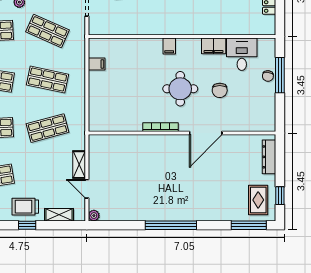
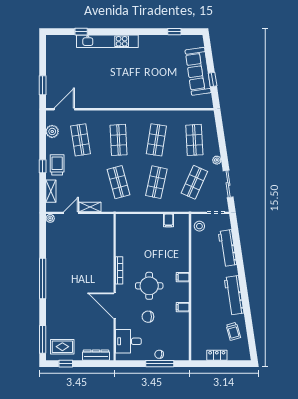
stool: (104, 24) -> (199, 226), added
filing cabinet: (214, 46) -> (183, 307), width x0.50
desk: (242, 54) -> (128, 341), moved, turned 180

